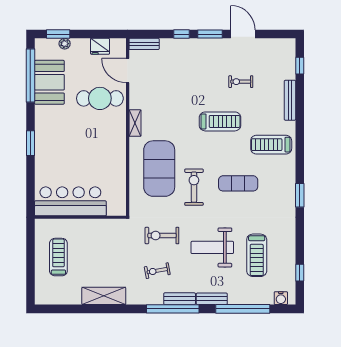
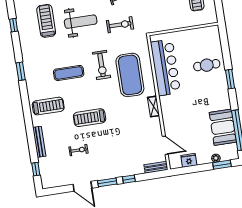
cafe table: (100, 98) -> (207, 65), moved, width x0.73, depth x0.74
bar counter: (70, 201) -> (165, 67), moved, turned -90
window: (300, 273) -> (14, 25), moved

